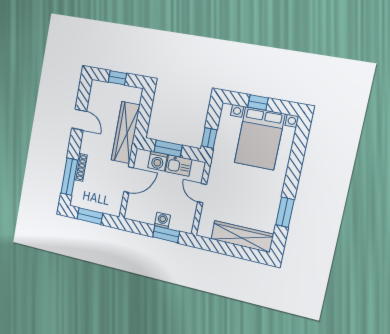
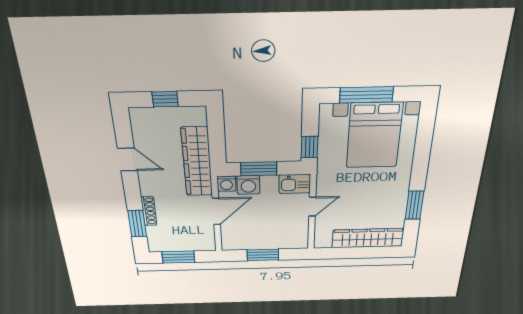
window: (258, 103) -> (366, 95), width x2.17
kitchen sink: (179, 166) -> (295, 184), moved
window: (69, 177) -> (137, 224), width x0.69
door: (202, 193) -> (312, 207), swing flipped
washing machine: (162, 220) -> (226, 184), moved, turned 180
window: (166, 234) -> (263, 255), moved

